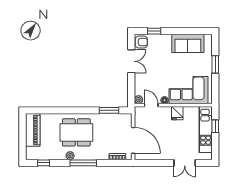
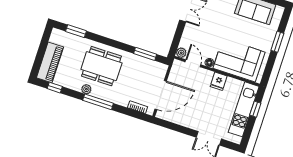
window: (46, 110) -> (76, 31), added
piano: (33, 130) -> (50, 62), moved
door: (133, 140) -> (161, 95), hinge flipped

